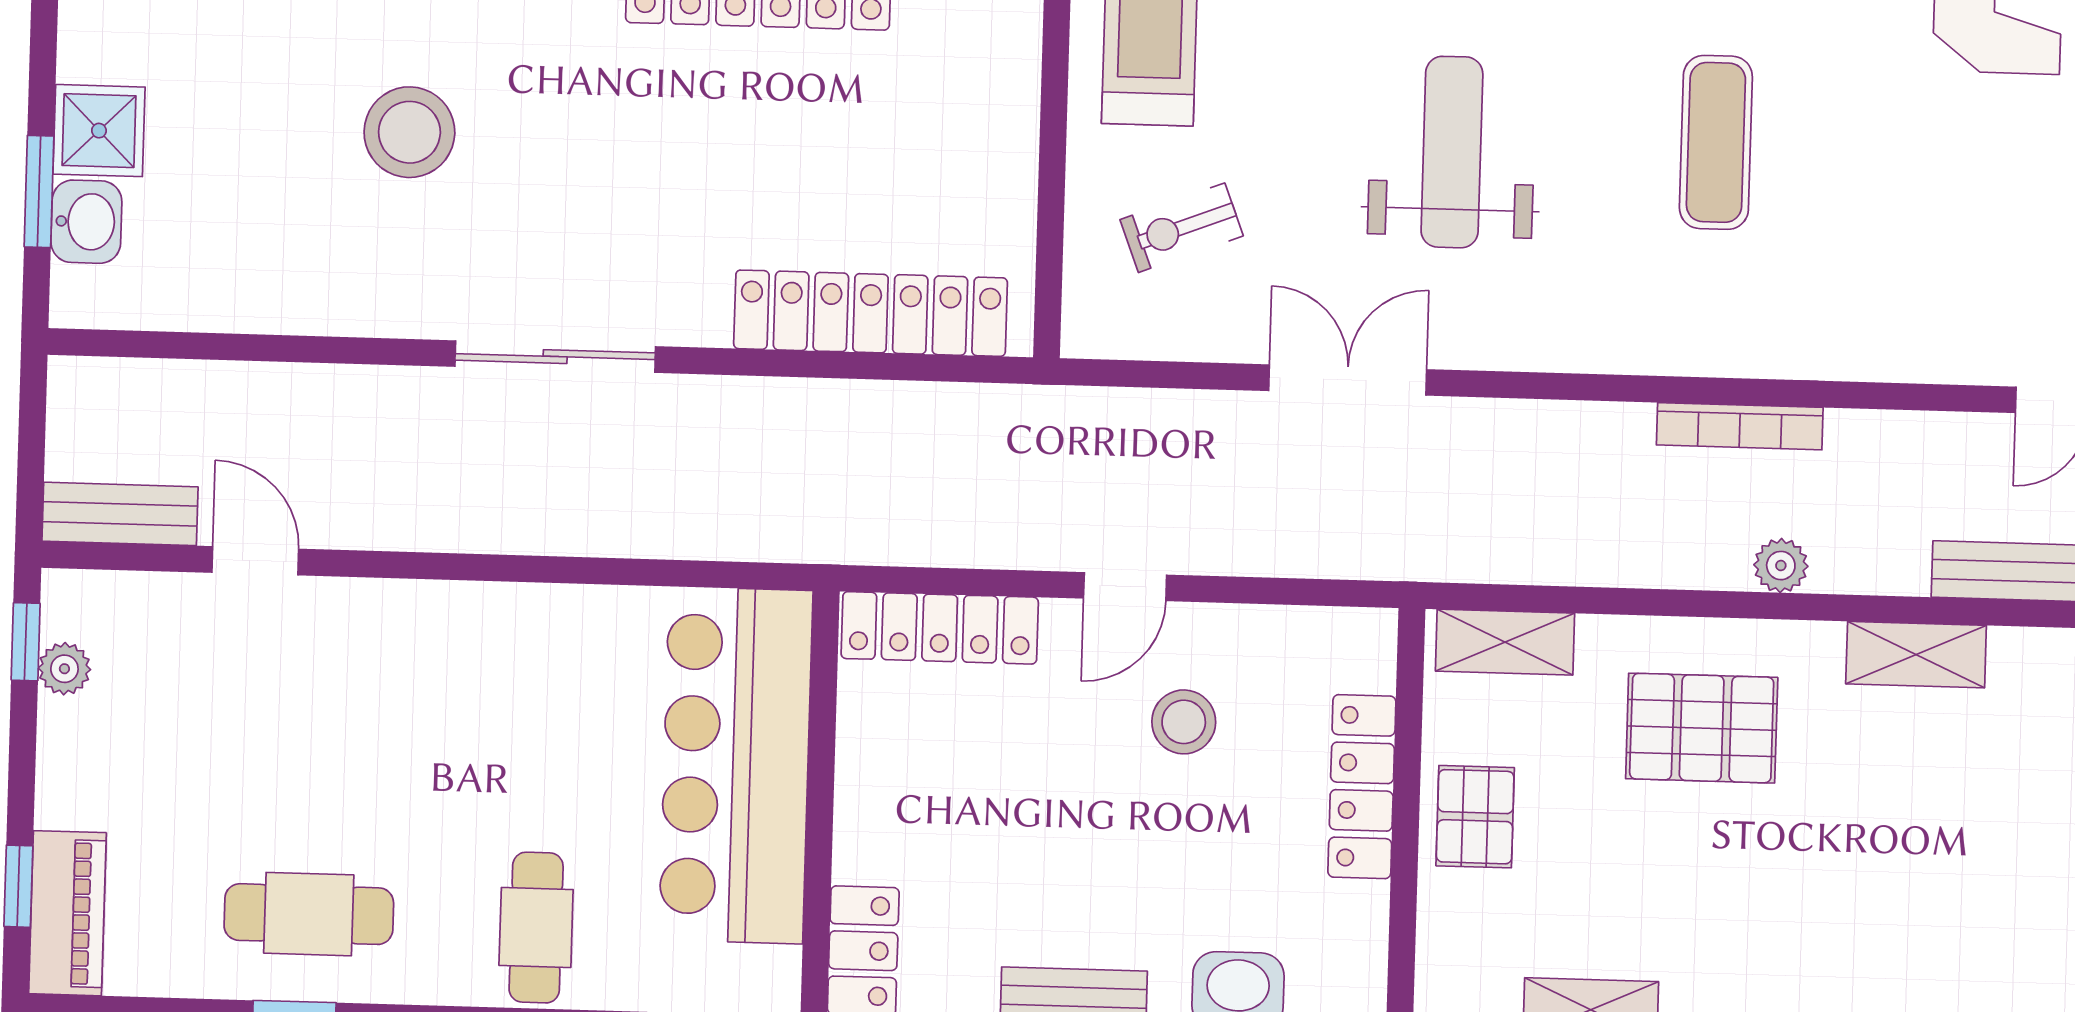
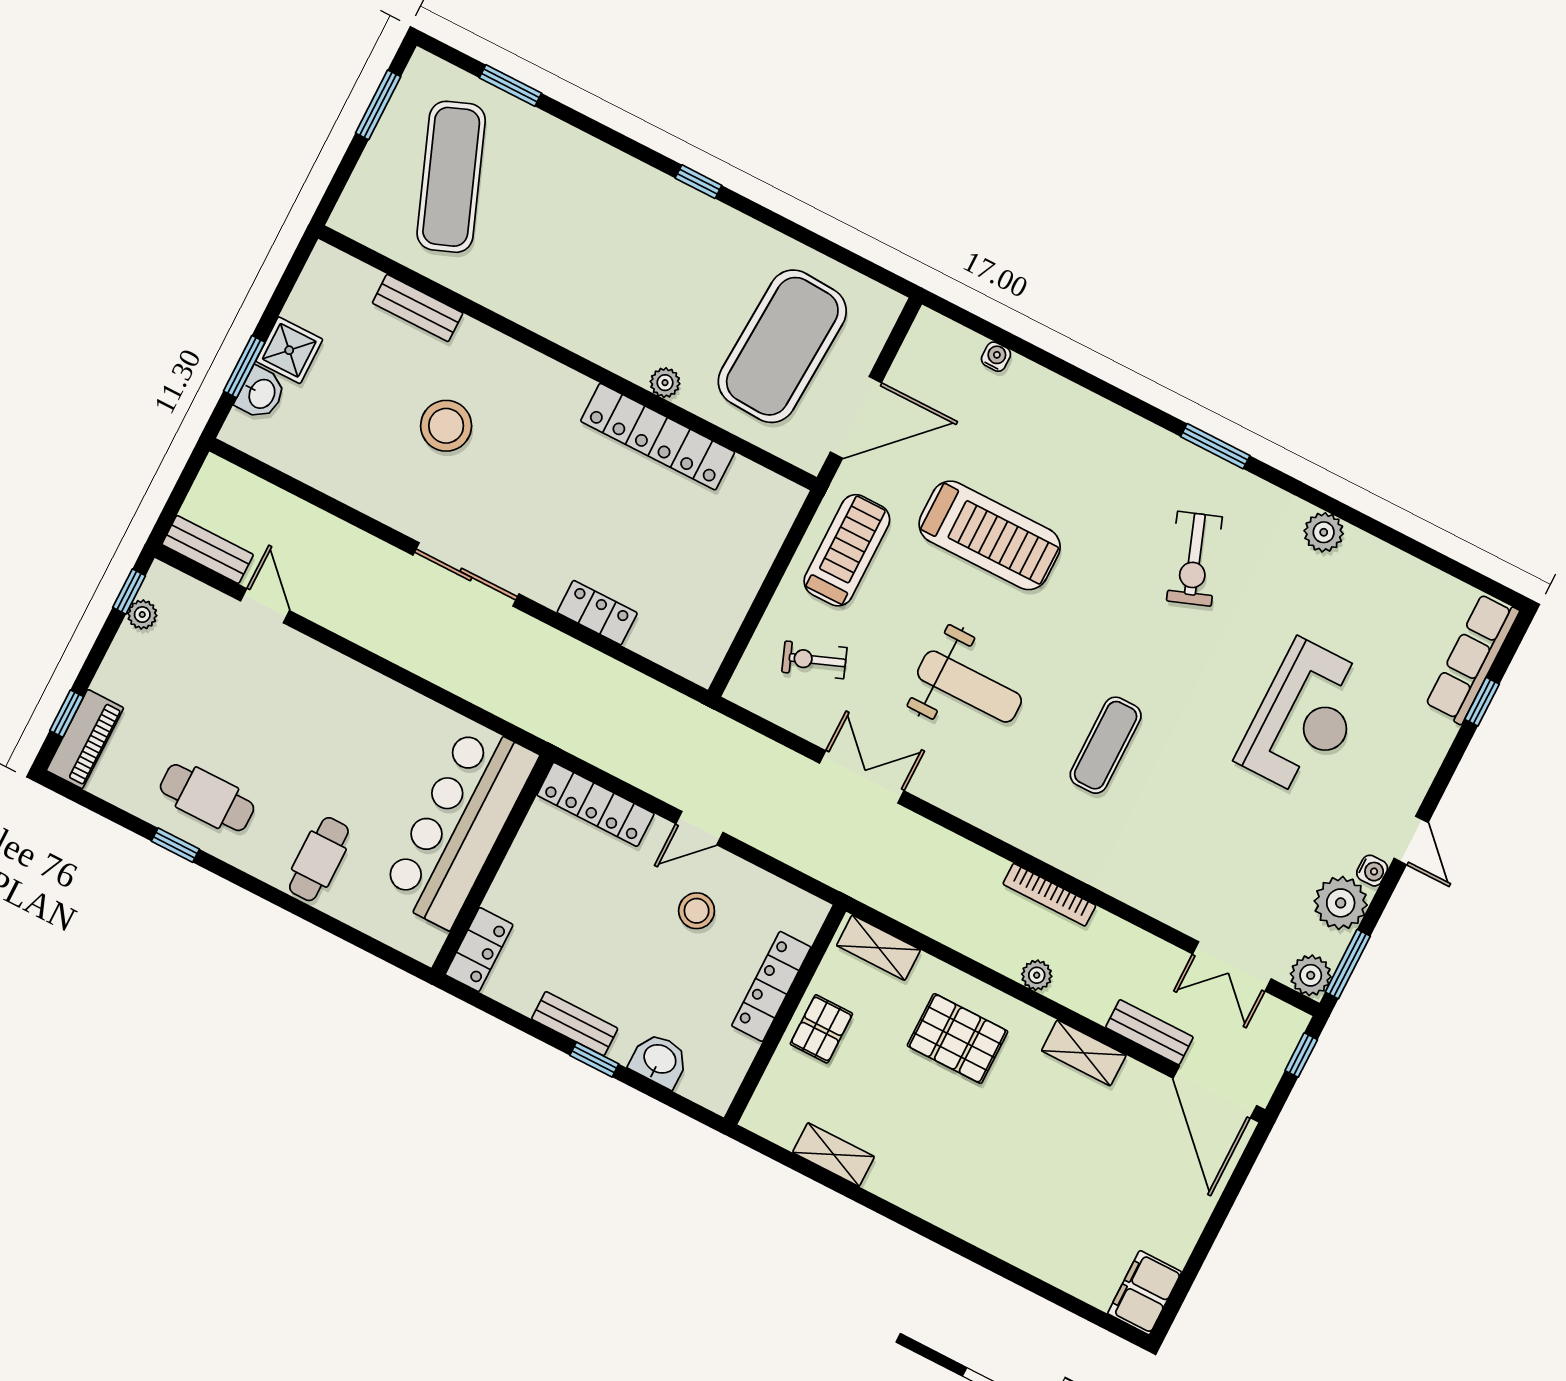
weight bench: (1452, 152) -> (970, 687), turned 90
locker: (871, 313) -> (597, 613), width x0.46, depth x0.83

